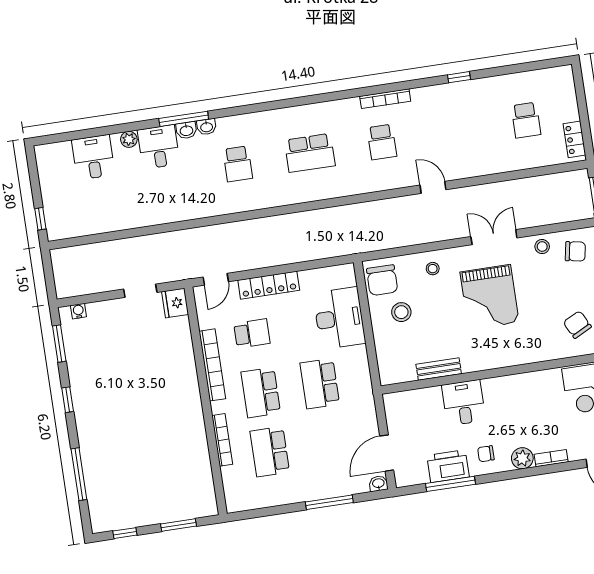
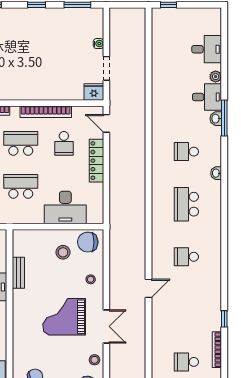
bookcase: (385, 99) -> (217, 350), moved
washbasin: (207, 127) -> (216, 173), moved
water cooler: (78, 311) -> (99, 44), moved

